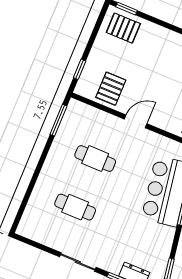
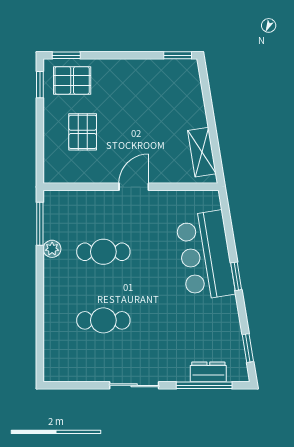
window: (80, 69) -> (40, 85), moved
pallet: (111, 89) -> (83, 132), moved
plant: (60, 141) -> (52, 249), added

